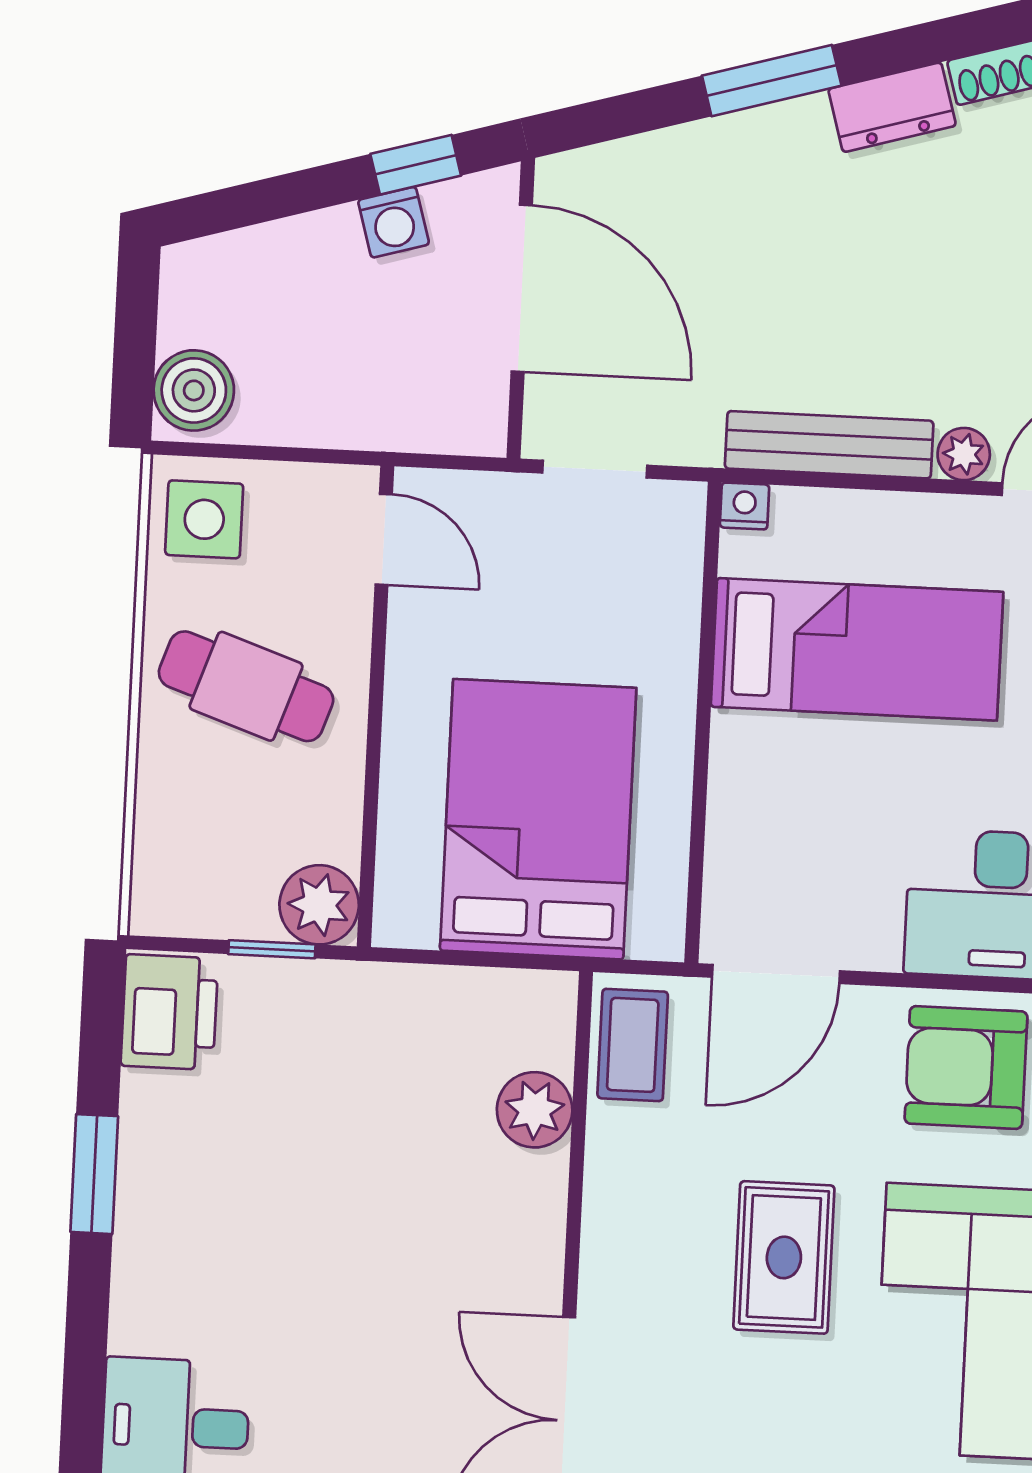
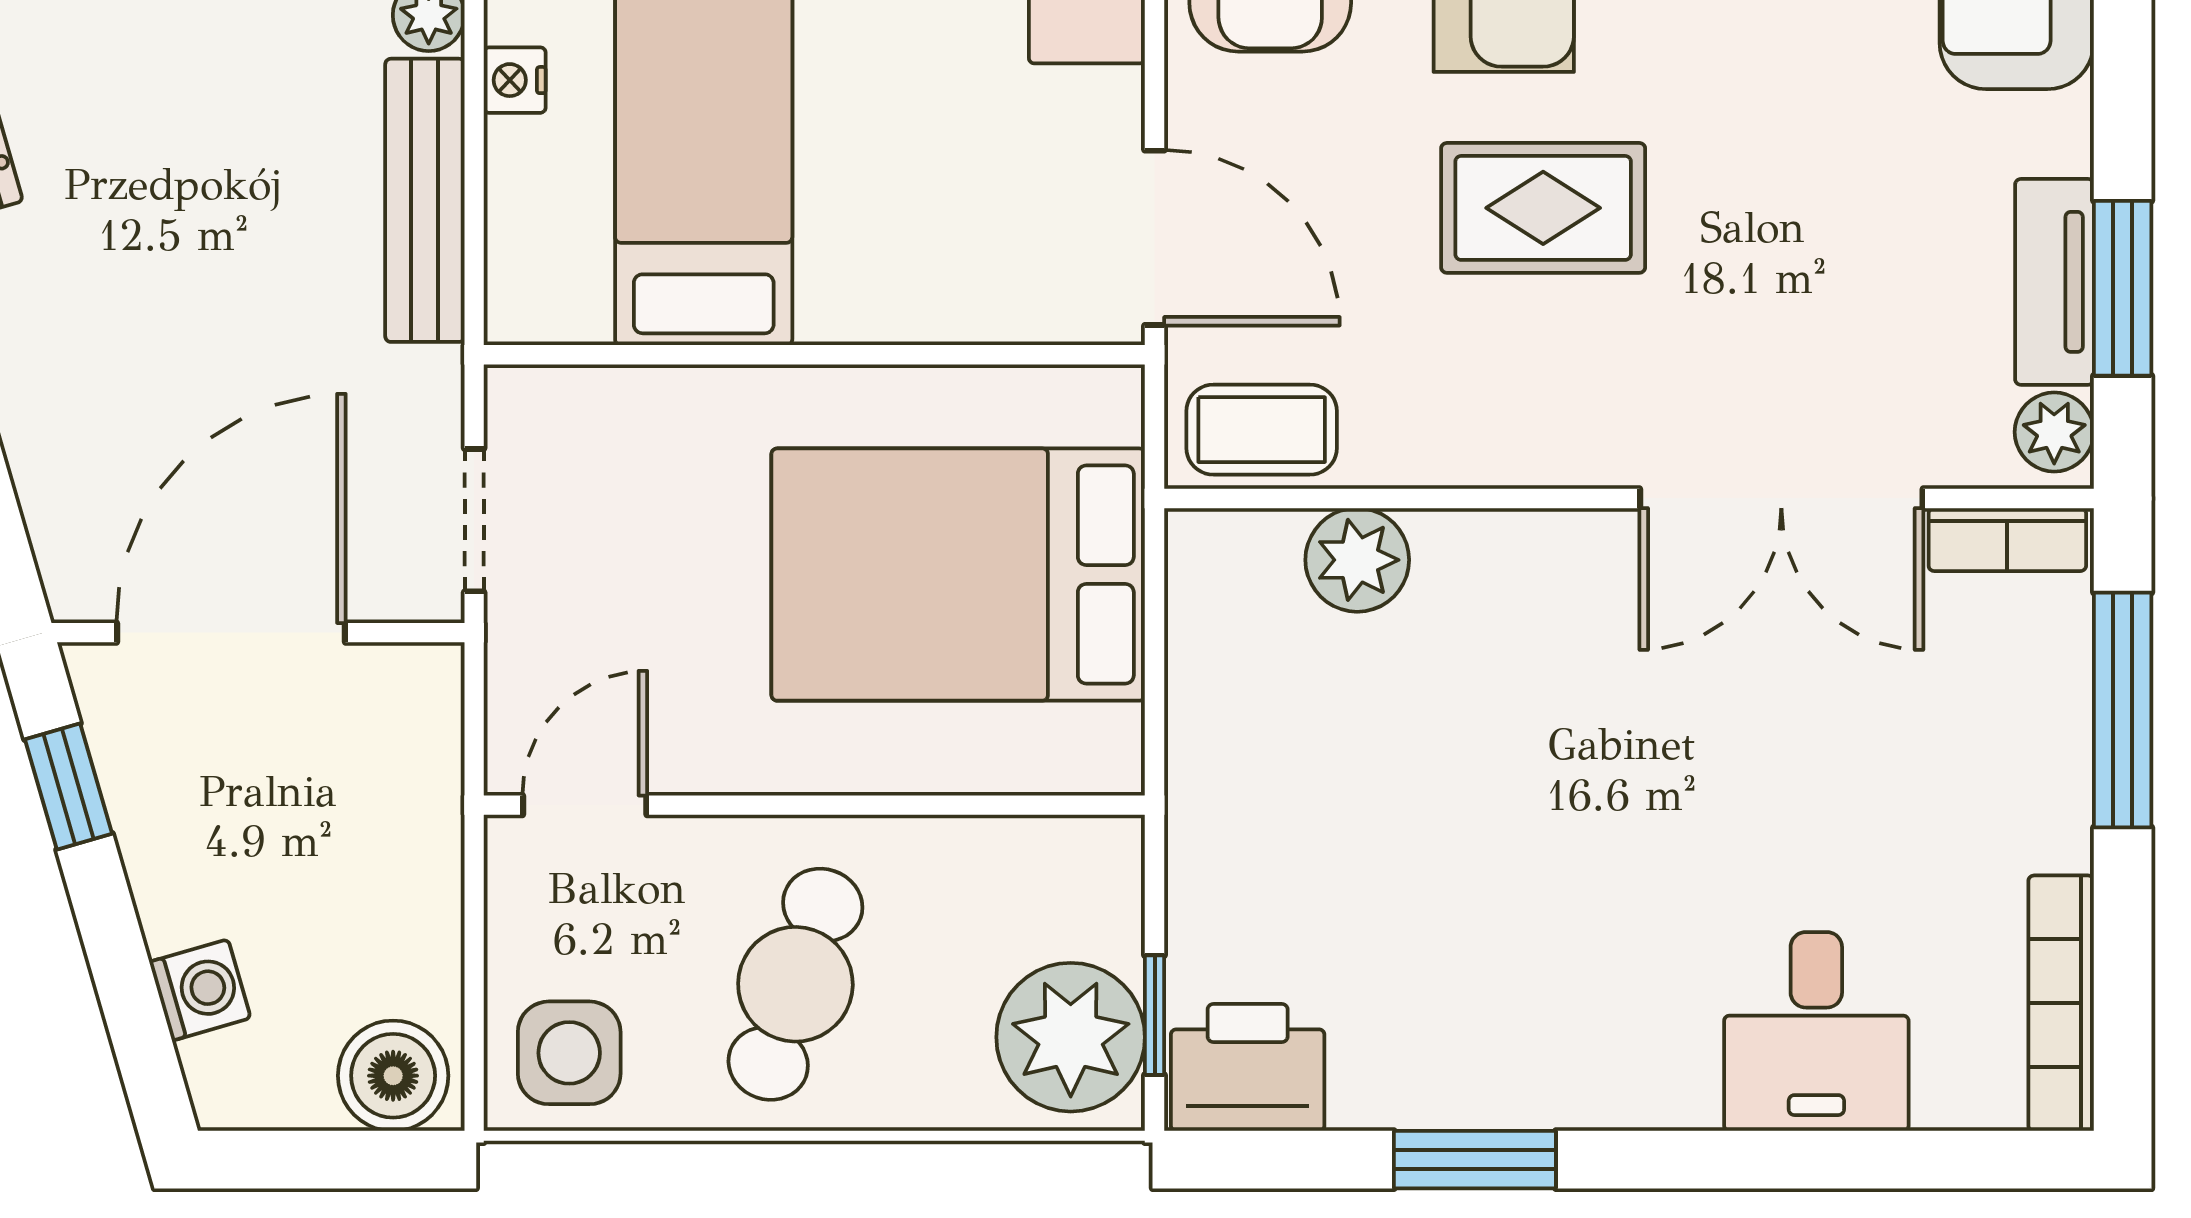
washing machine: (394, 222) -> (200, 990), moved
nightstand: (745, 506) -> (515, 80), moved
plant: (319, 905) -> (1071, 1037), moved, width x1.36, depth x1.36
window: (272, 949) -> (1155, 1015), moved

